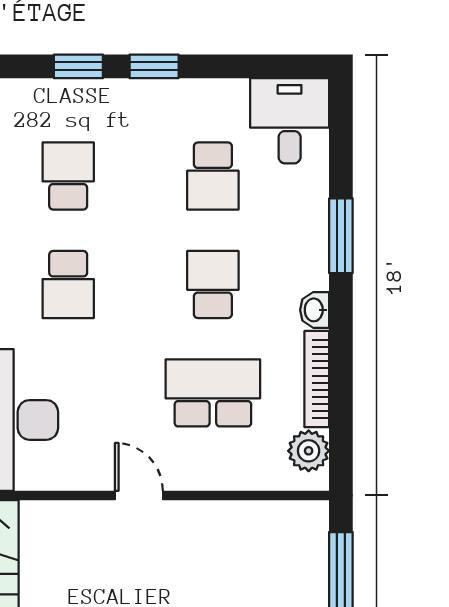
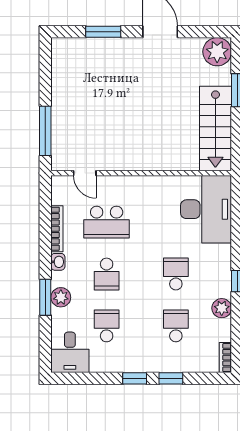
school desk: (68, 176) -> (176, 326), turned 180
plant: (309, 451) -> (61, 297), moved
door: (139, 495) -> (85, 173), moved

